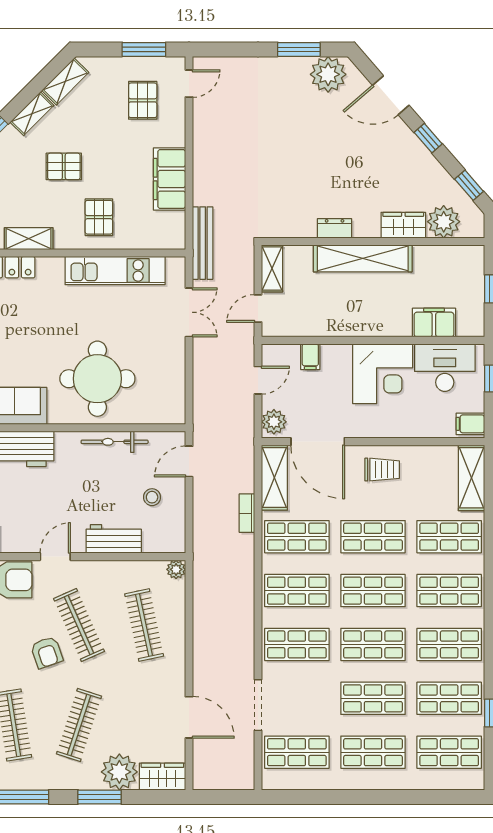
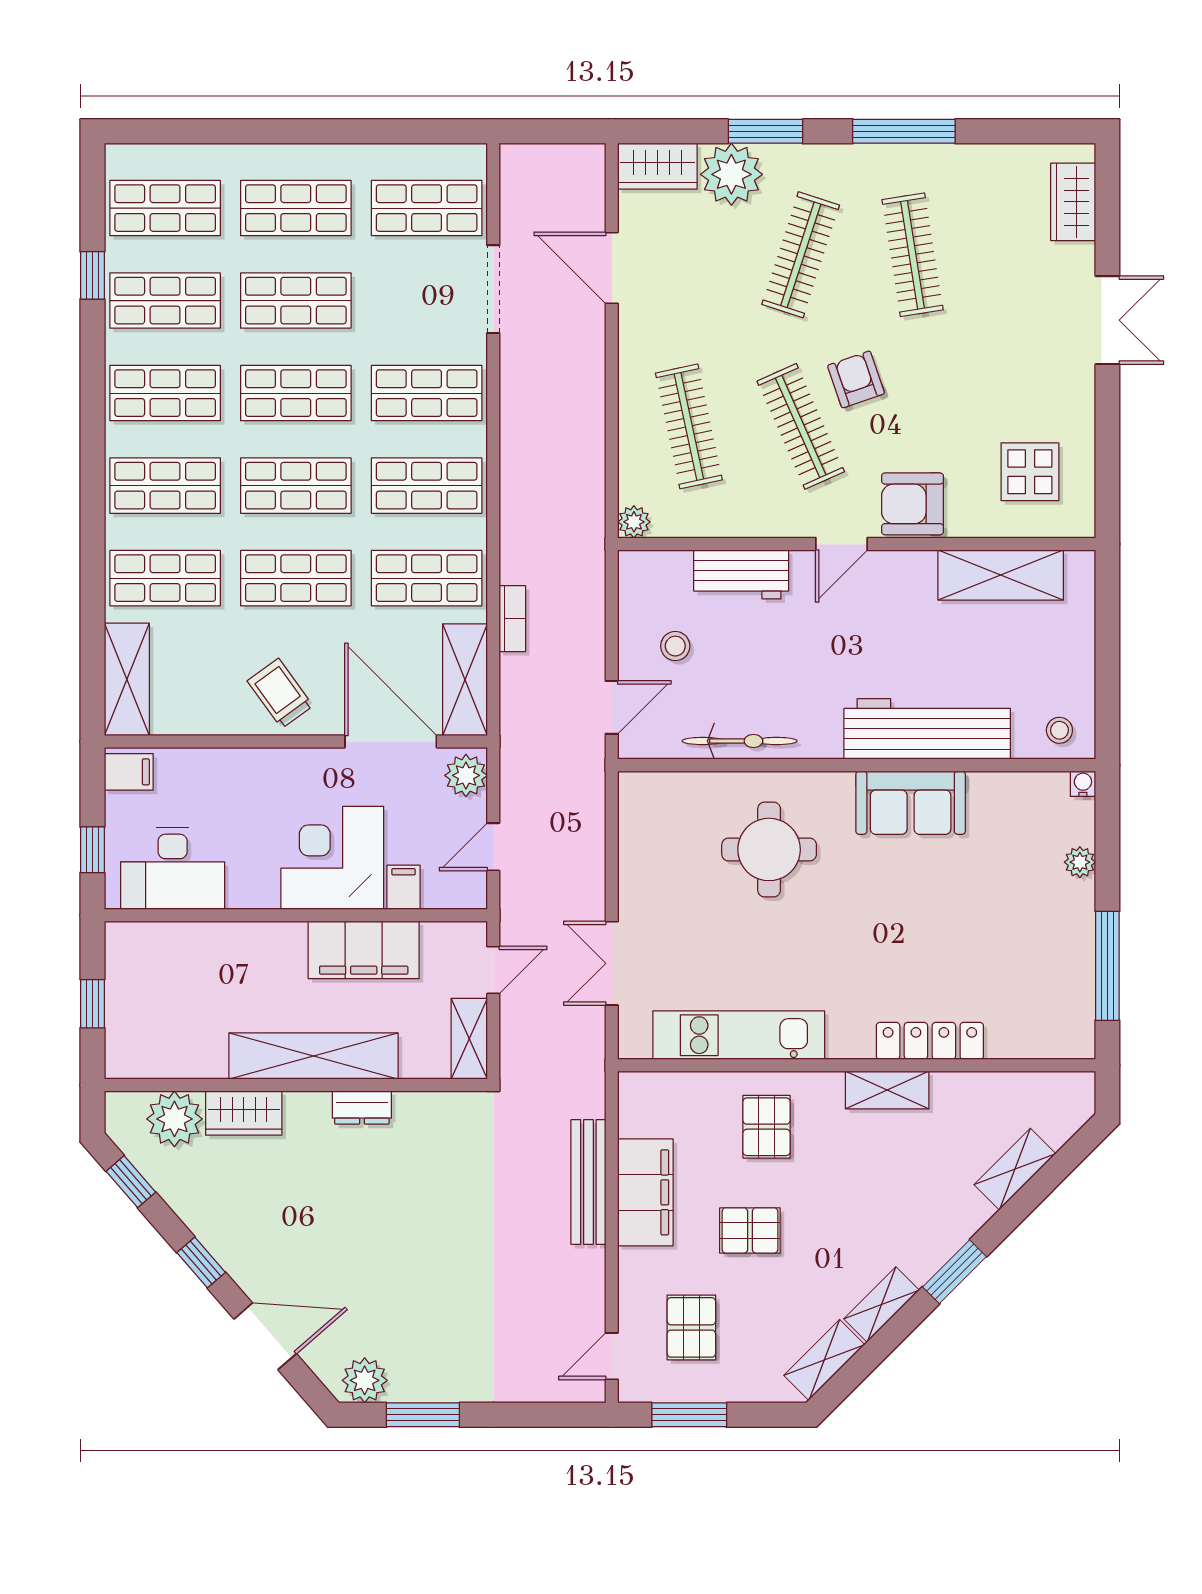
plant: (328, 74) -> (365, 1380), width x0.73, depth x0.73
pallet: (64, 166) -> (750, 1230), moved
bench: (203, 243) -> (588, 1182), moved
filing cabinet: (434, 323) -> (364, 950), moved, width x1.50, depth x1.17
corner desk: (383, 374) -> (332, 858), moved
round table: (97, 379) -> (769, 849), width x0.73, depth x0.73
trolley: (382, 470) -> (280, 693), turned 54

